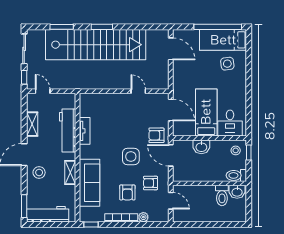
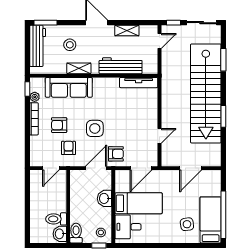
window: (102, 27) -> (223, 116), moved
door: (171, 49) -> (191, 168), moved
tv unit: (85, 131) -> (139, 83), moved, width x1.41
armchair: (156, 135) -> (116, 154), turned 90
stool: (39, 172) -> (70, 45), moved
plant: (143, 217) -> (35, 97), moved

